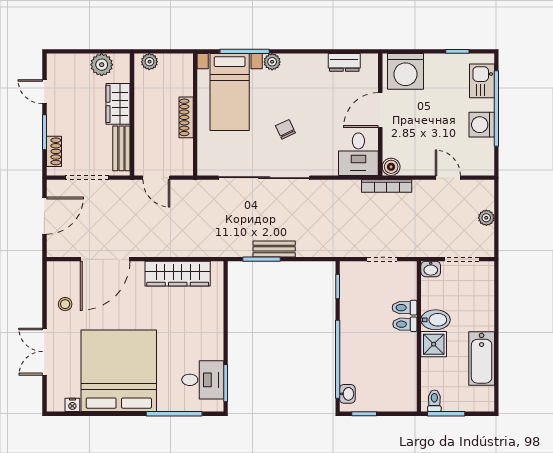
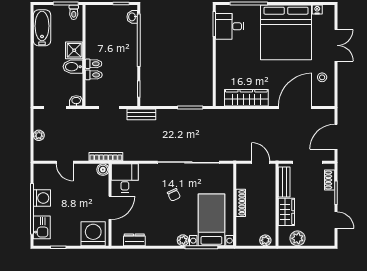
bench: (274, 249) -> (141, 114), moved
bathtub: (482, 359) -> (42, 28), moved

